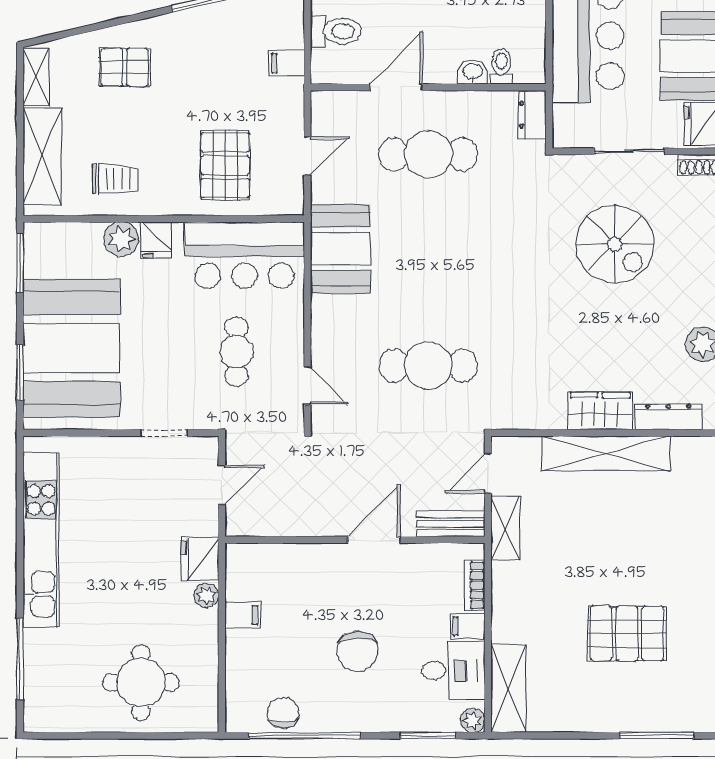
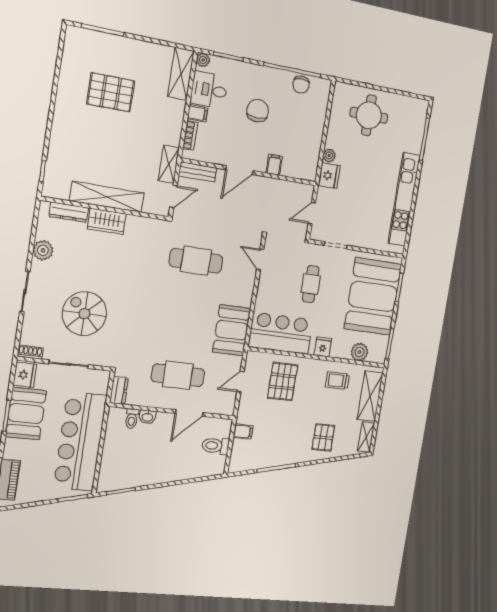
pallet: (125, 67) -> (323, 437), turned 90
plant: (121, 239) -> (359, 352), moved
cafe table: (236, 352) -> (311, 284), moved
filing cabinet: (243, 615) -> (274, 165), moved, turned 90

